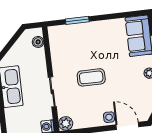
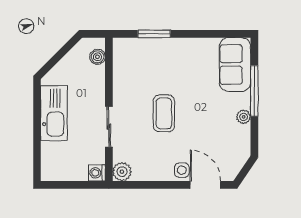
coffee table: (91, 77) -> (164, 113), turned 90

